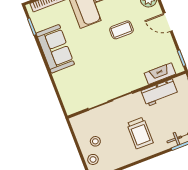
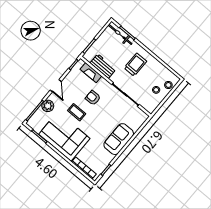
sofa: (55, 49) -> (119, 139), moved
armchair: (128, 59) -> (93, 98), added

